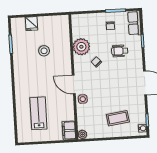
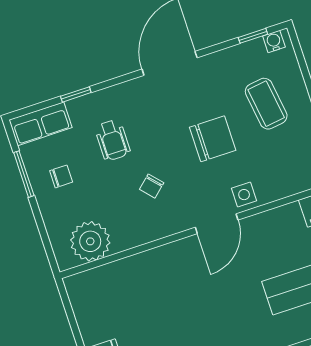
plant: (81, 47) -> (90, 241), moved
stool: (44, 51) -> (158, 312), removed
chair: (109, 92) -> (213, 139), added

